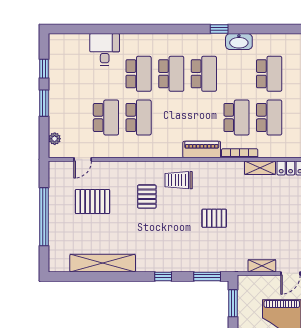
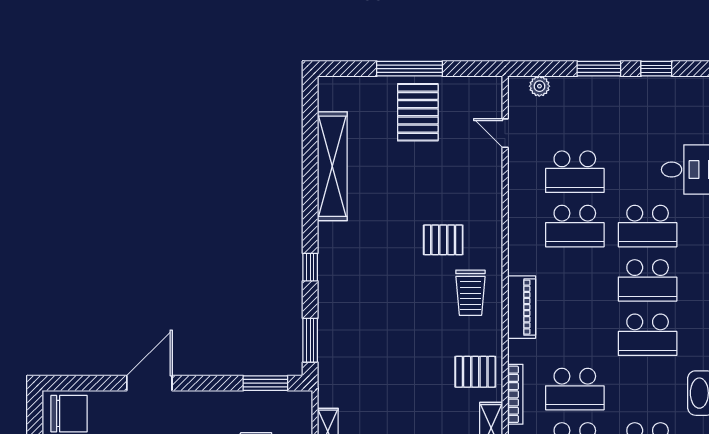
piano: (202, 149) -> (522, 307), moved
trolley: (179, 180) -> (470, 293), turned 180
pallet: (92, 202) -> (418, 112), moved
window: (44, 217) -> (410, 69), width x0.68
pallet: (214, 218) -> (475, 372), moved, turned 90

